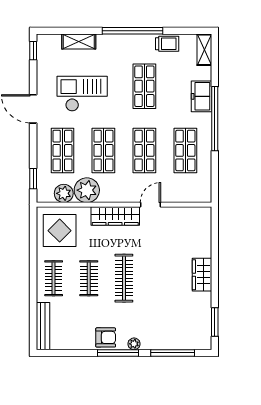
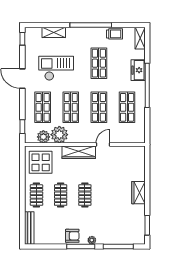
clothes rail: (124, 278) -> (85, 195), width x0.73

